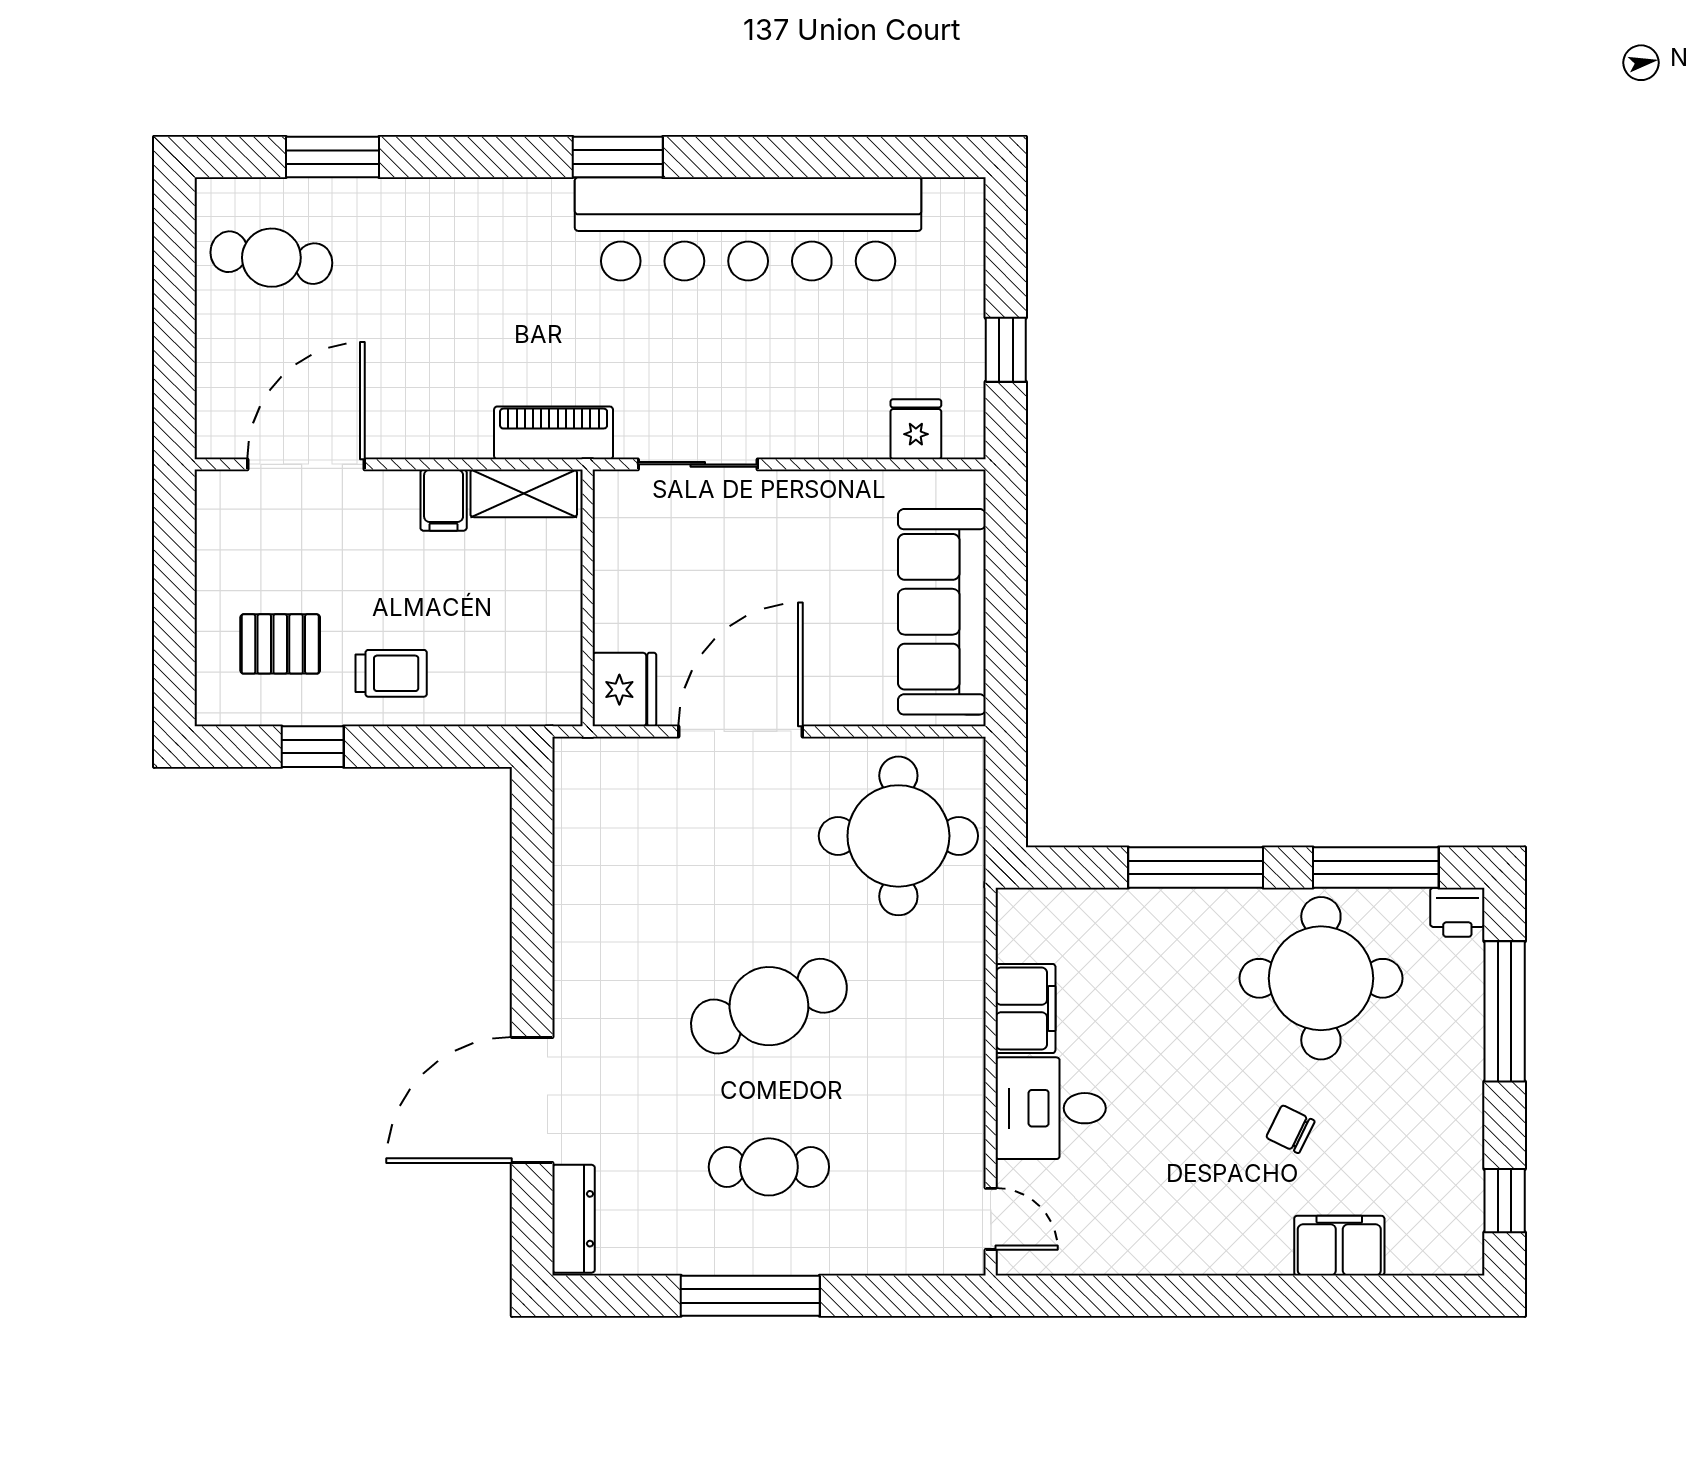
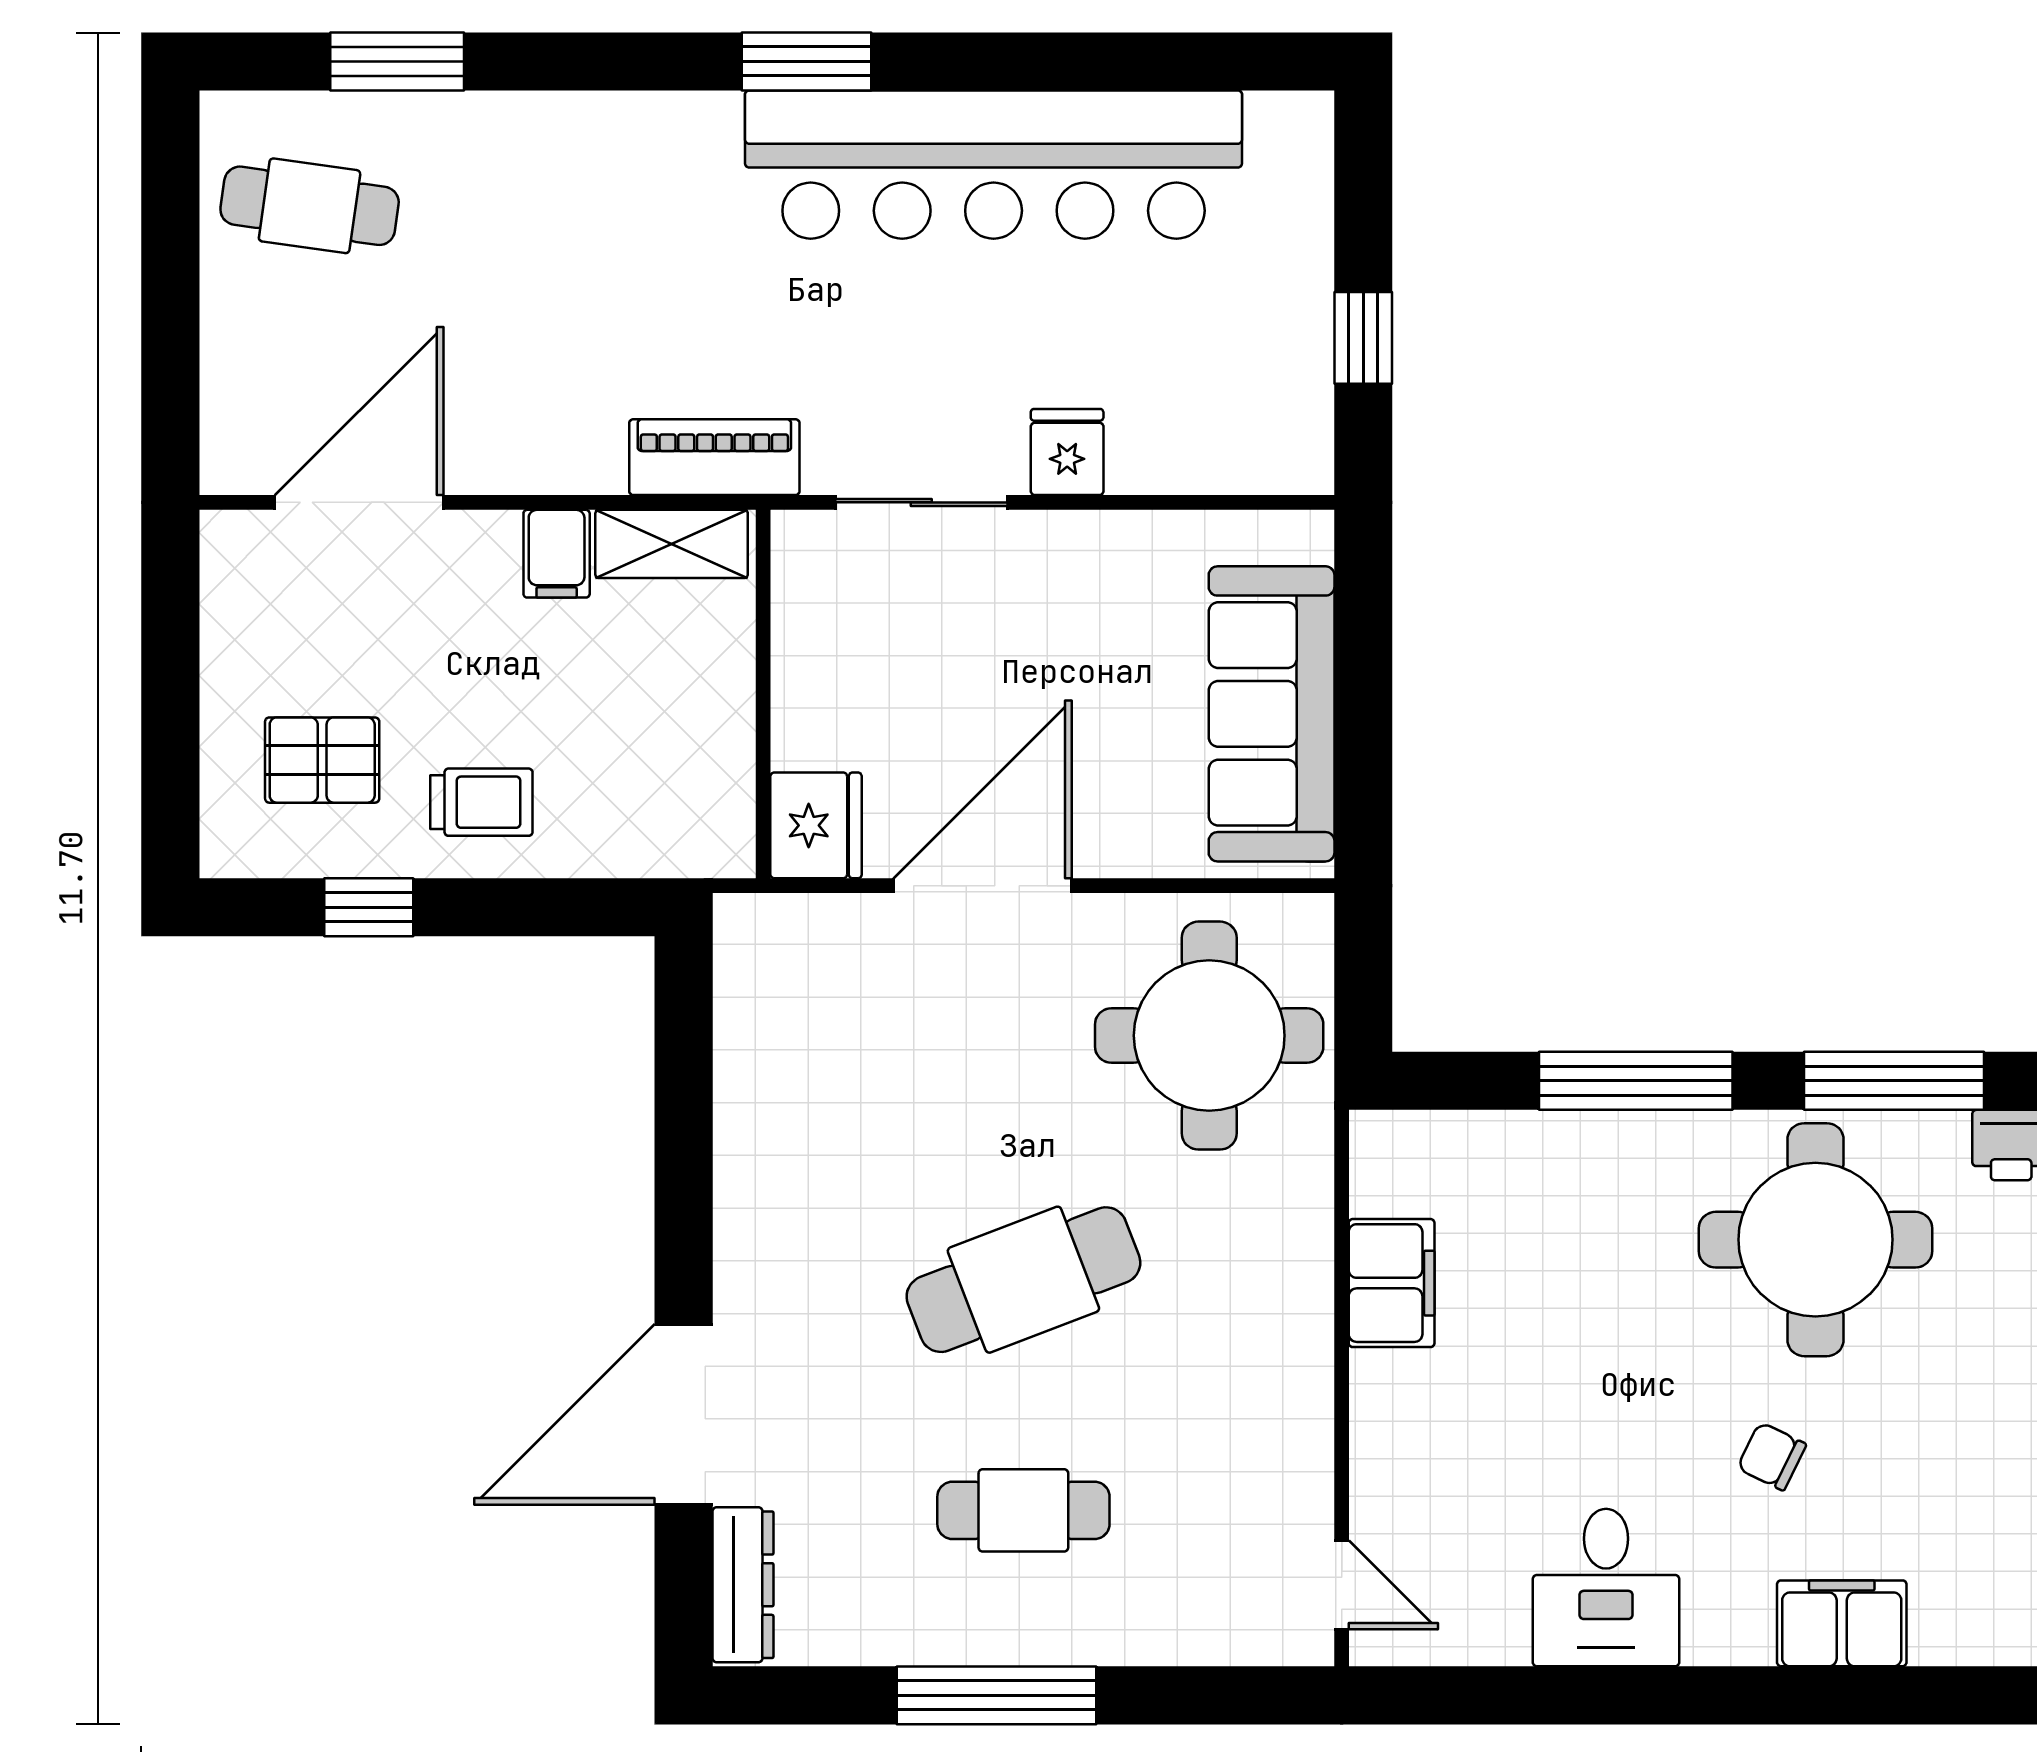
fridge: (916, 429) -> (1067, 452), moved
desk: (1051, 1108) -> (1606, 1588), moved, turned -90

